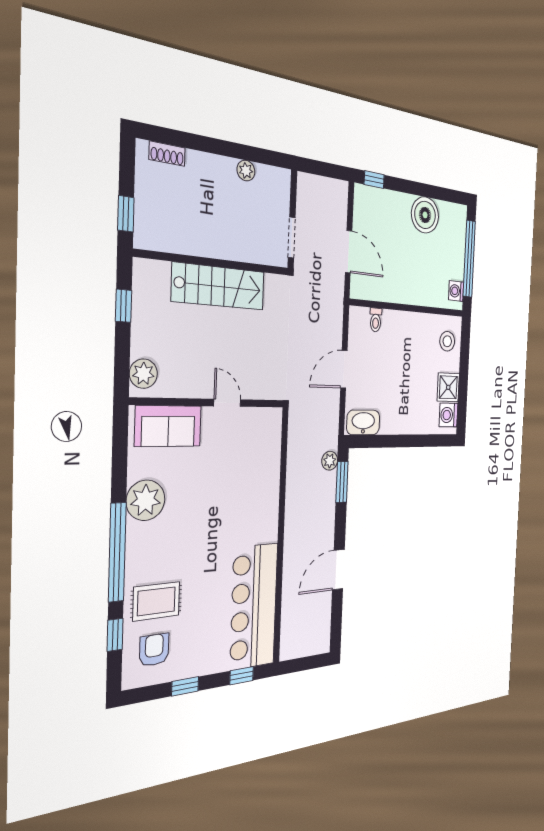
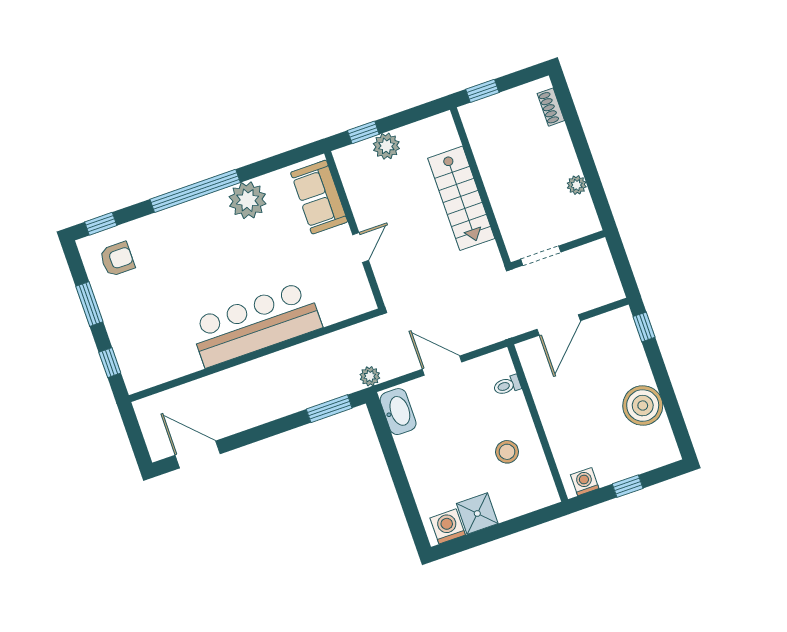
window: (469, 259) -> (628, 486), width x0.32
window: (124, 306) -> (363, 132), moved
stool: (447, 341) -> (507, 452), moved
plant: (143, 374) -> (386, 146), moved
plant: (330, 461) -> (370, 376), moved
door: (338, 570) -> (198, 454), moved
rug: (156, 601) -> (161, 245), removed
bar counter: (254, 606) -> (256, 324), moved
window: (115, 635) -> (101, 224), moved
window: (185, 686) -> (89, 304), width x1.50

